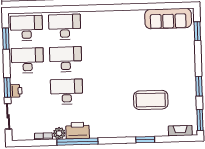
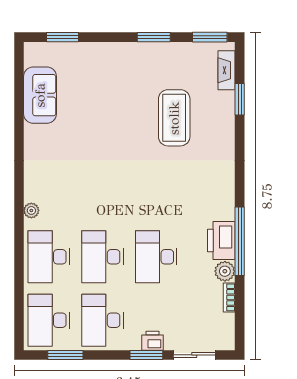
plant: (92, 16) -> (31, 210), added
sofa: (168, 19) -> (40, 95), width x0.73
window: (145, 140) -> (240, 99), moved

